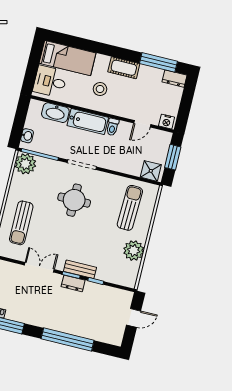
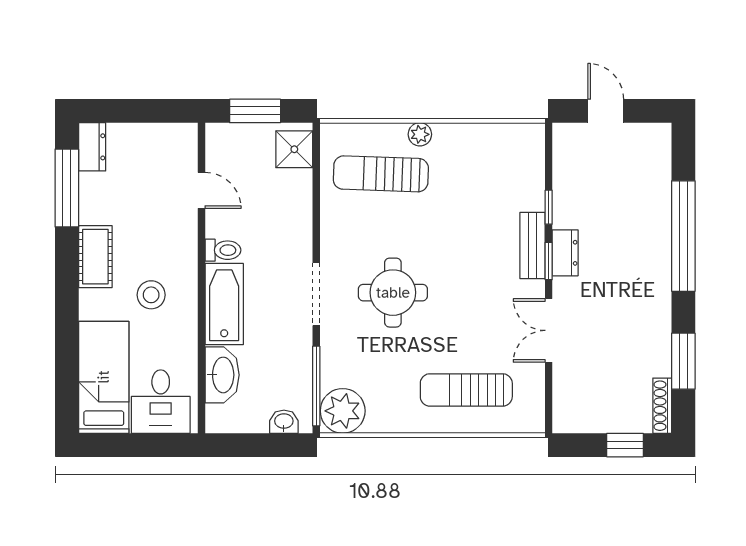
nightstand: (167, 122) -> (185, 142), removed
sun lounger: (21, 223) -> (466, 390), turned 180
plant: (134, 251) -> (420, 134), moved, width x0.53, depth x0.53

